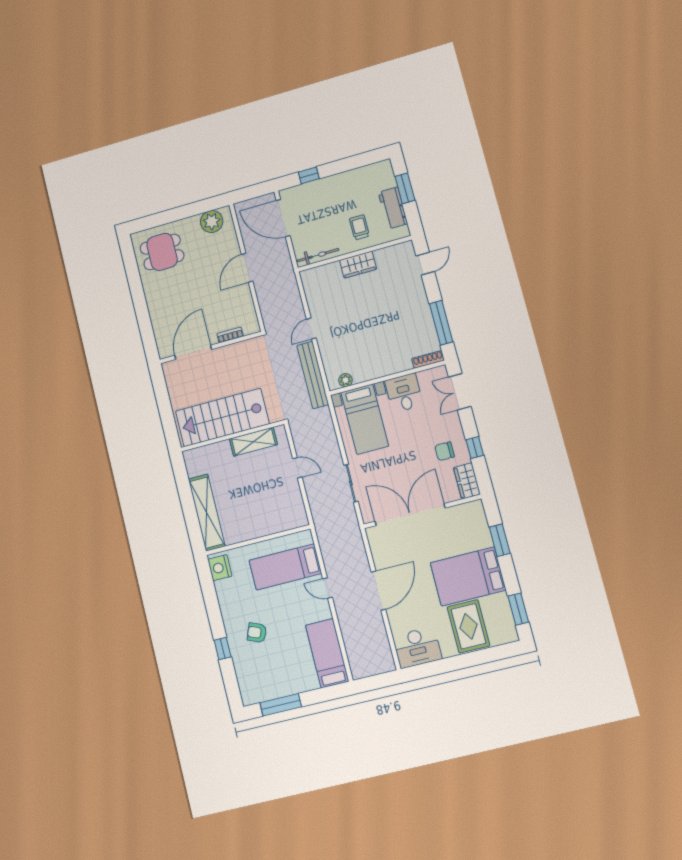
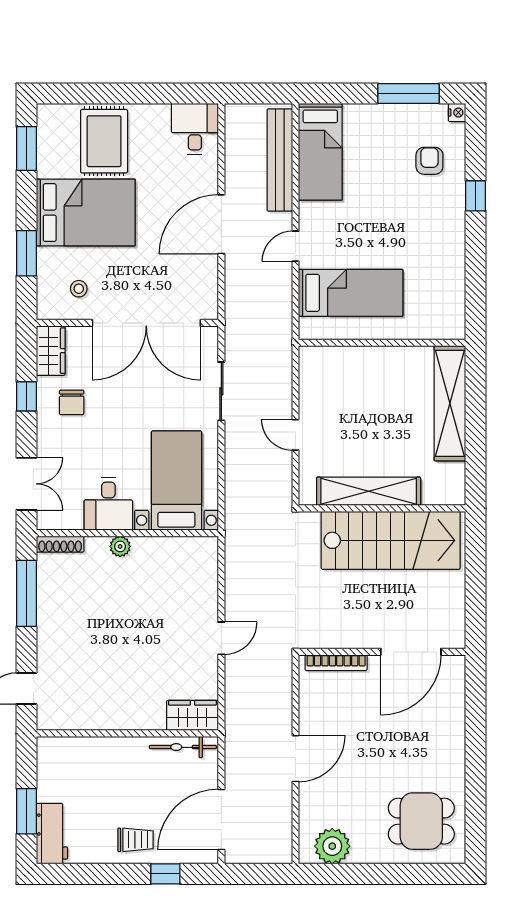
workbench: (393, 208) -> (52, 834), moved
door: (283, 218) -> (221, 819), swing flipped
trolley: (359, 227) -> (136, 840), moved, turned -90
wardrobe: (358, 265) -> (192, 715), moved
bookcase: (230, 335) -> (336, 663), width x1.56
bench: (313, 375) -> (280, 160), moved
plant: (346, 380) -> (120, 546), moved
shelving: (253, 442) -> (369, 491), width x1.47
chair: (445, 451) -> (72, 402), turned 90
stool: (459, 526) -> (79, 289), added
nightstand: (220, 568) -> (457, 113), moved, width x0.53, depth x0.56
door: (328, 588) -> (296, 246), swing flipped
armchair: (257, 633) -> (429, 161), moved, turned -112
desk: (417, 647) -> (195, 129), width x0.73

